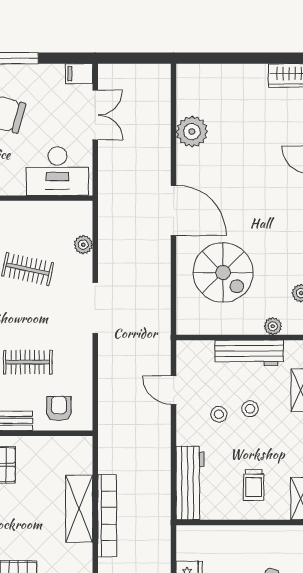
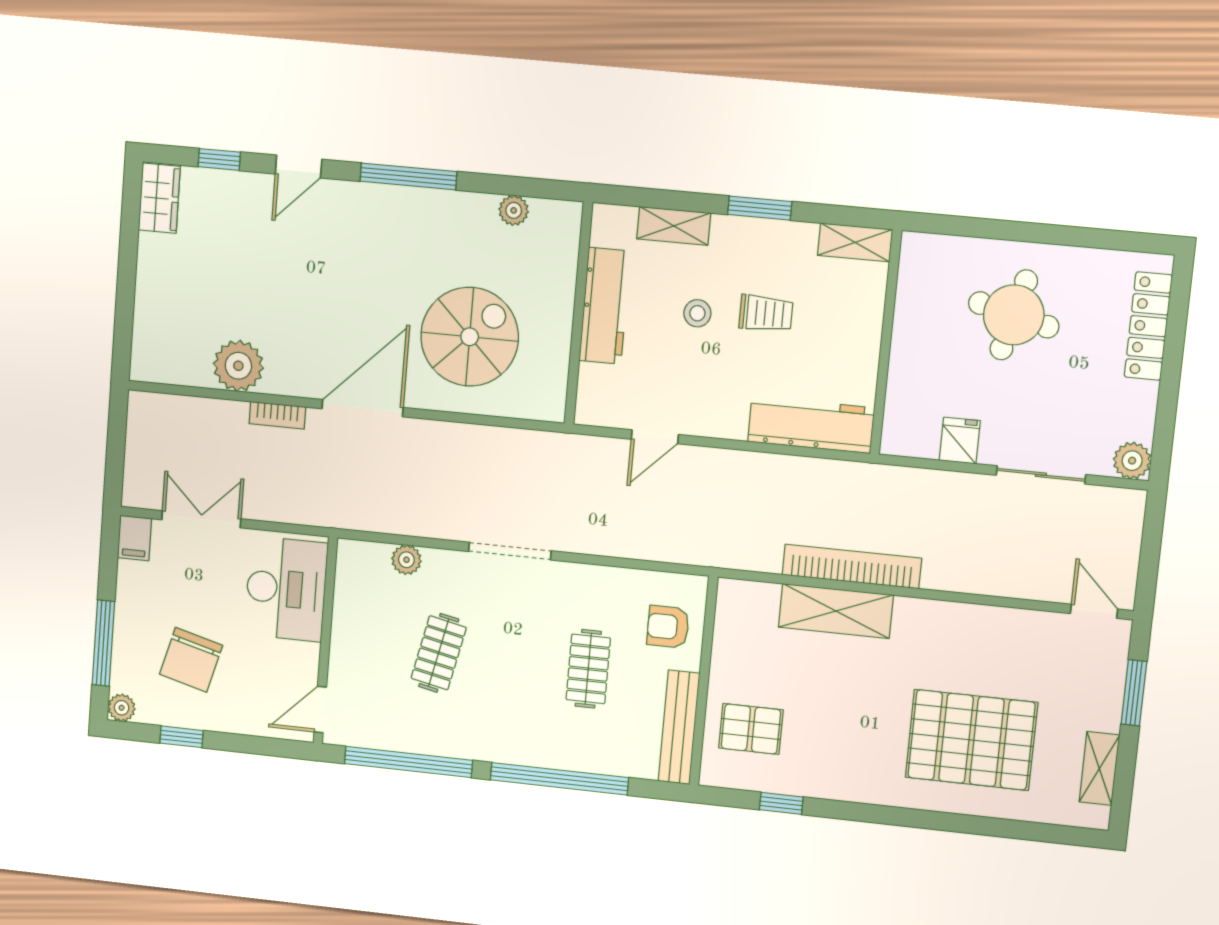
bookcase: (164, 158) -> (277, 415), added
plant: (273, 326) -> (564, 263), removed
stool: (219, 414) -> (701, 366), removed
trolley: (254, 485) -> (766, 313), moved

